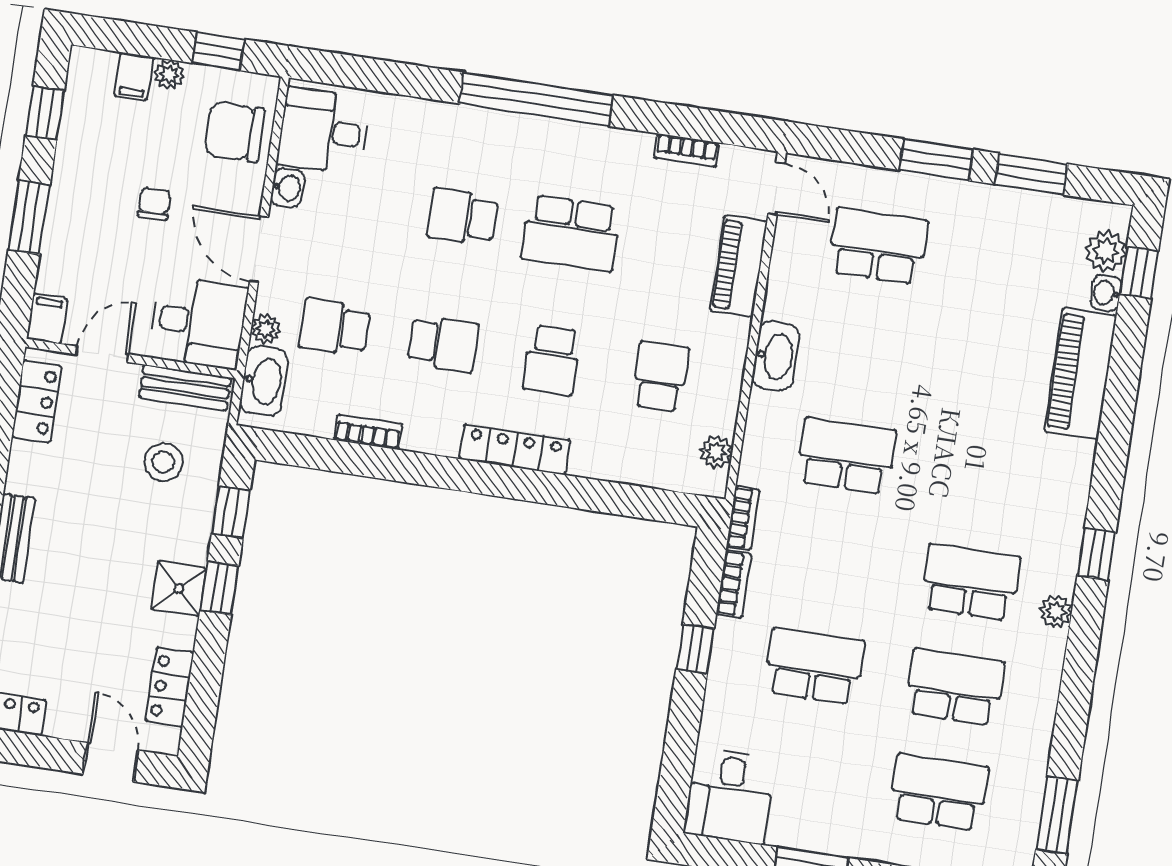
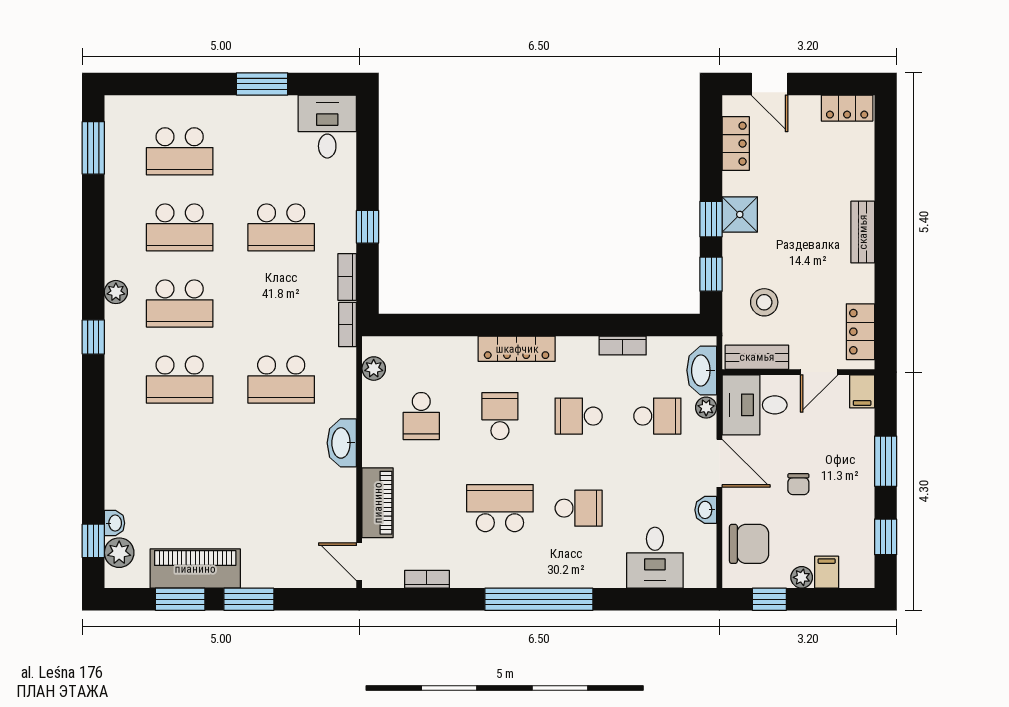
desk: (324, 131) -> (655, 558), moved, turned 90
school desk: (878, 246) -> (180, 380), moved
piano: (1080, 374) -> (195, 569), moved, turned -90

